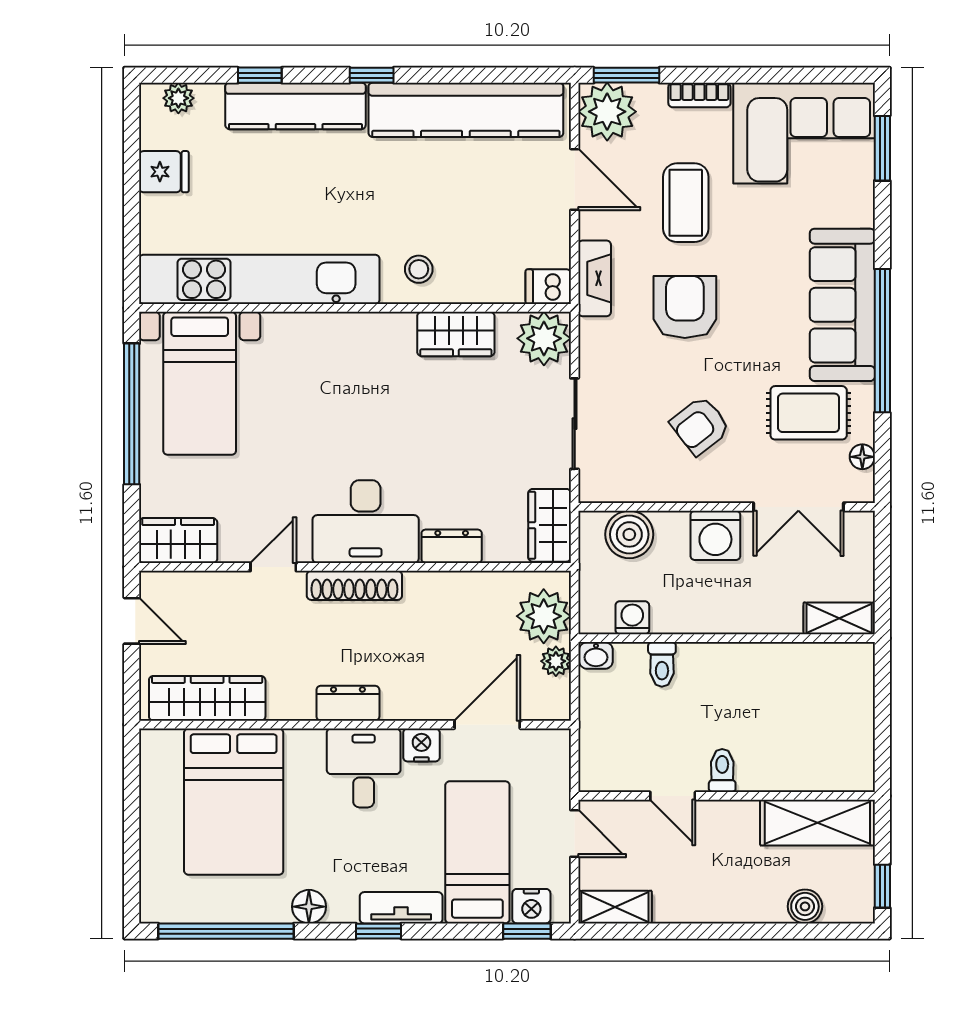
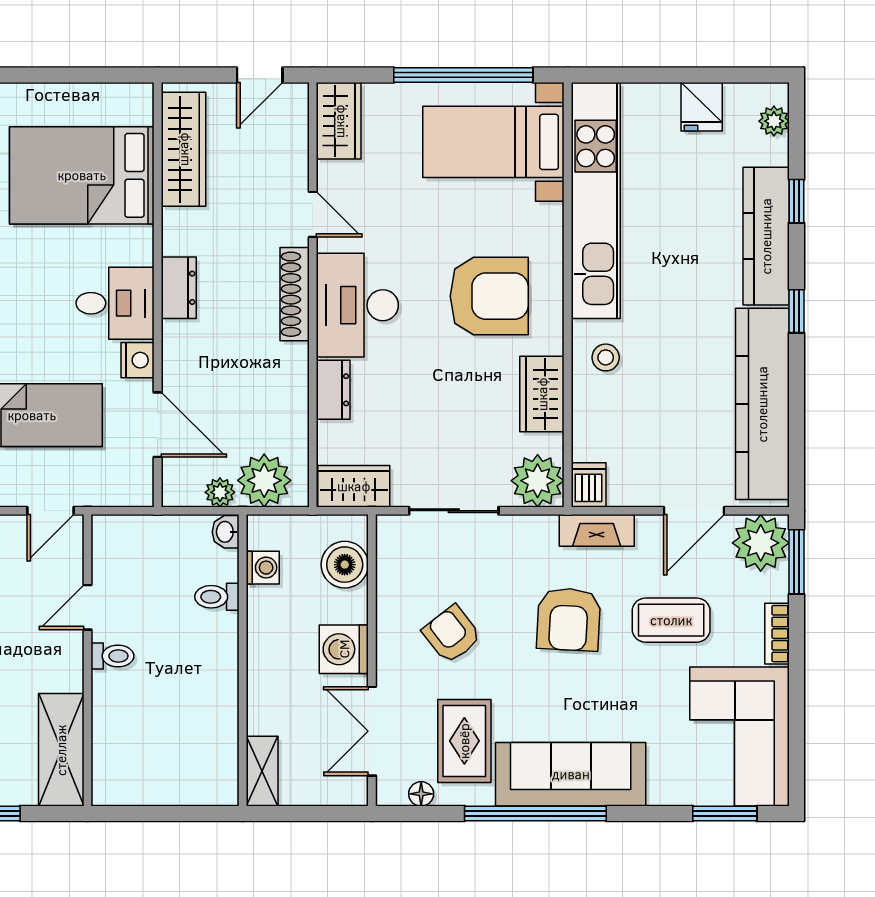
armchair: (685, 307) -> (569, 619), turned 93
armchair: (356, 388) -> (489, 296), added

